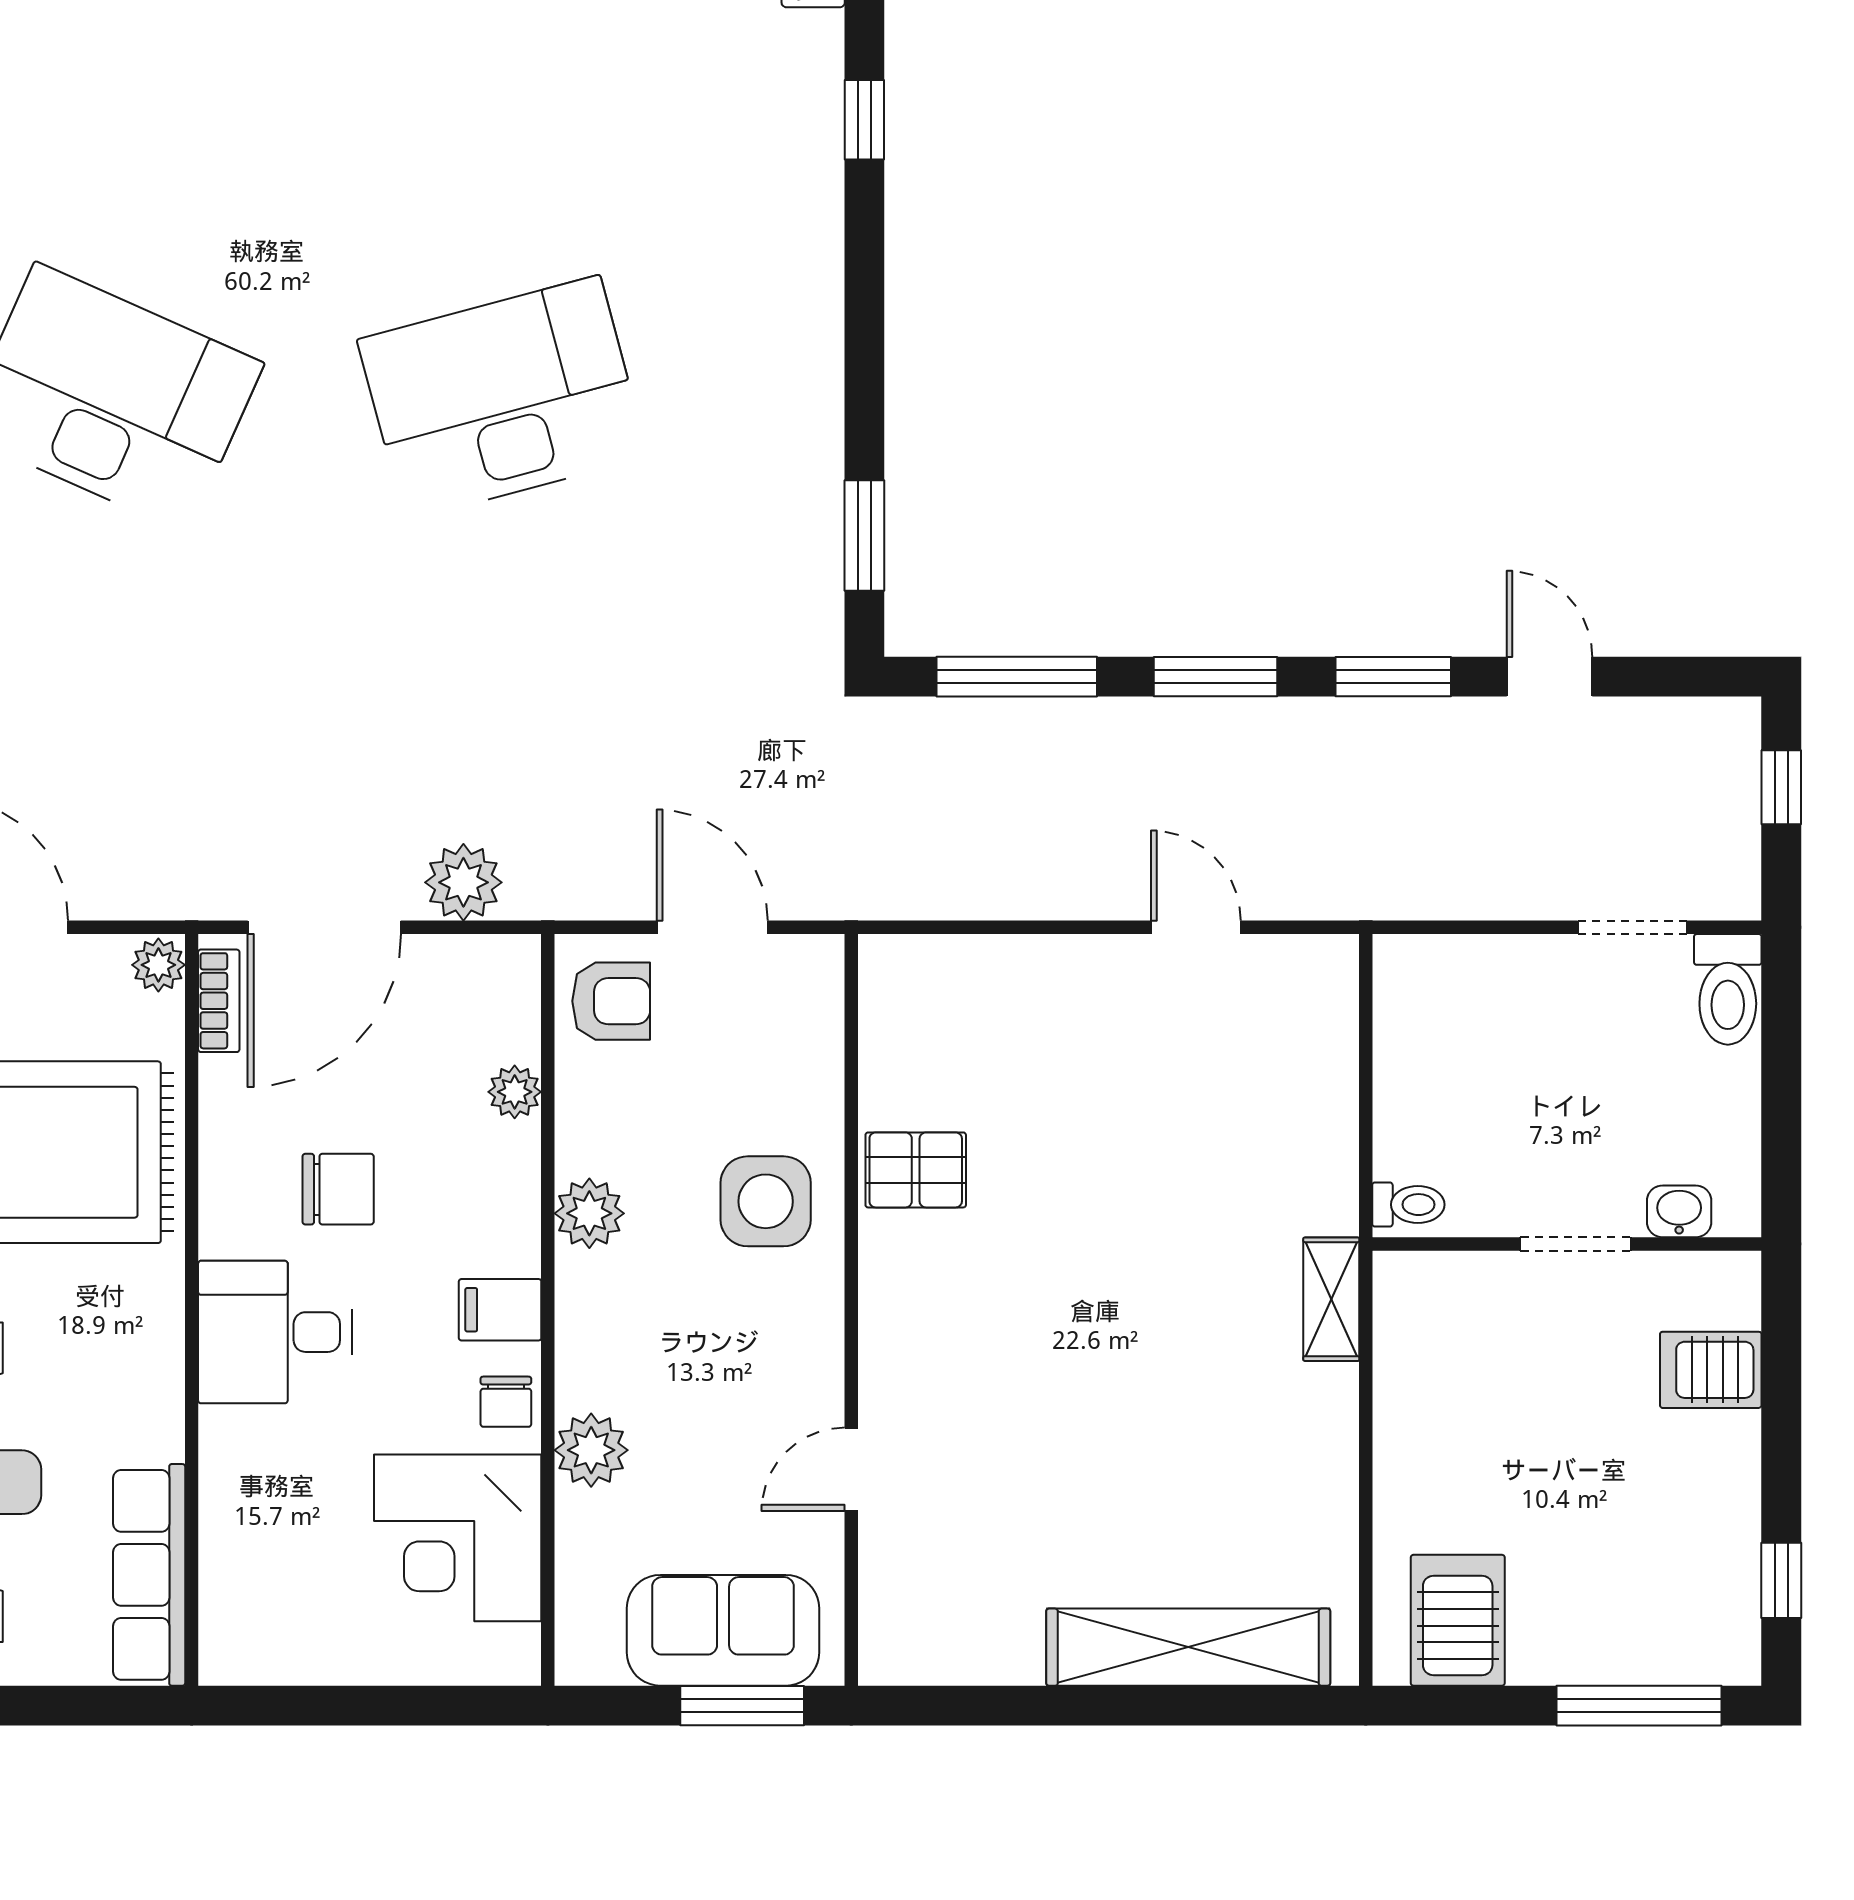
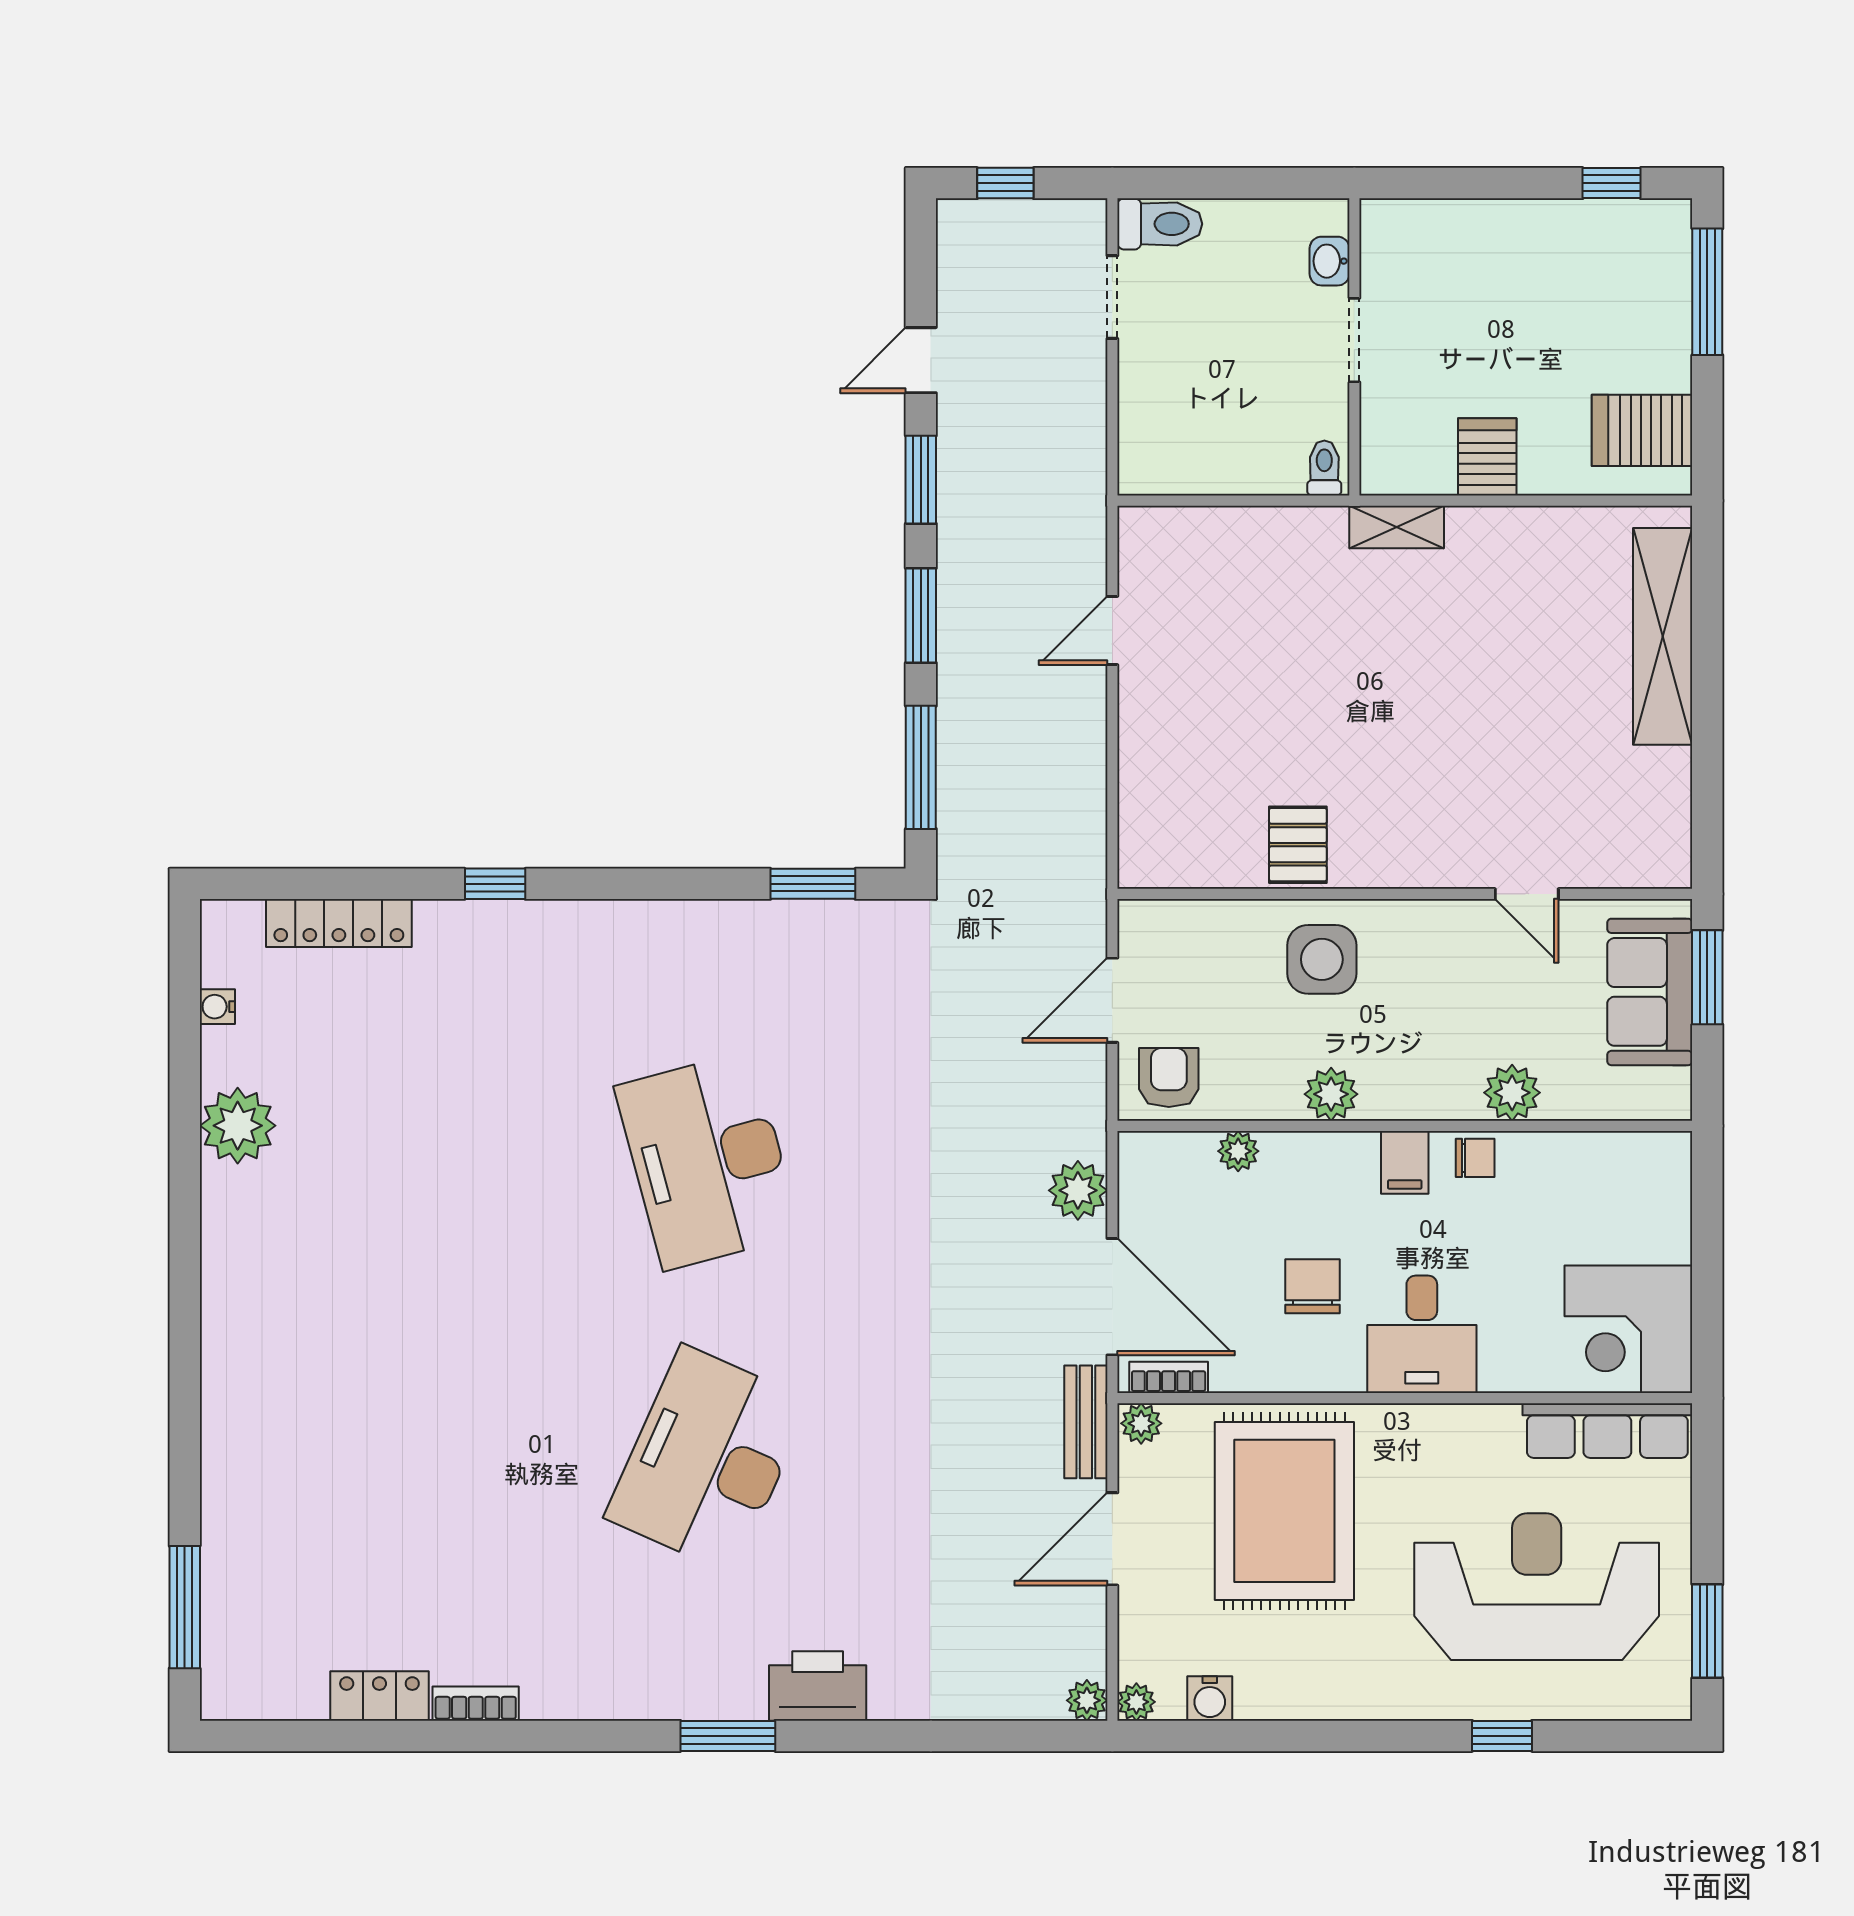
bench: (161, 893) -> (1086, 1422), added
server rack: (1711, 1370) -> (1487, 457), moved, turned 180
corner desk: (458, 1538) -> (1628, 1329), moved, turned 90

